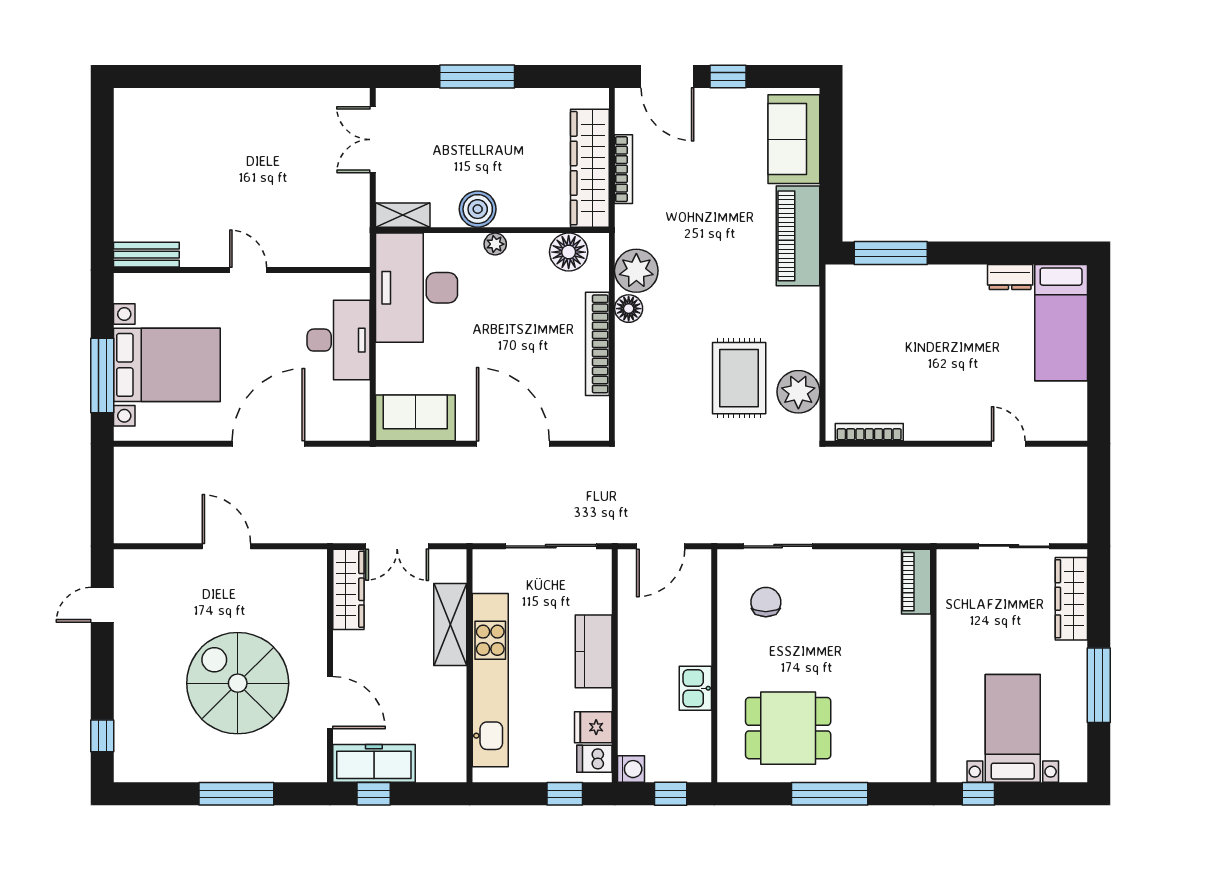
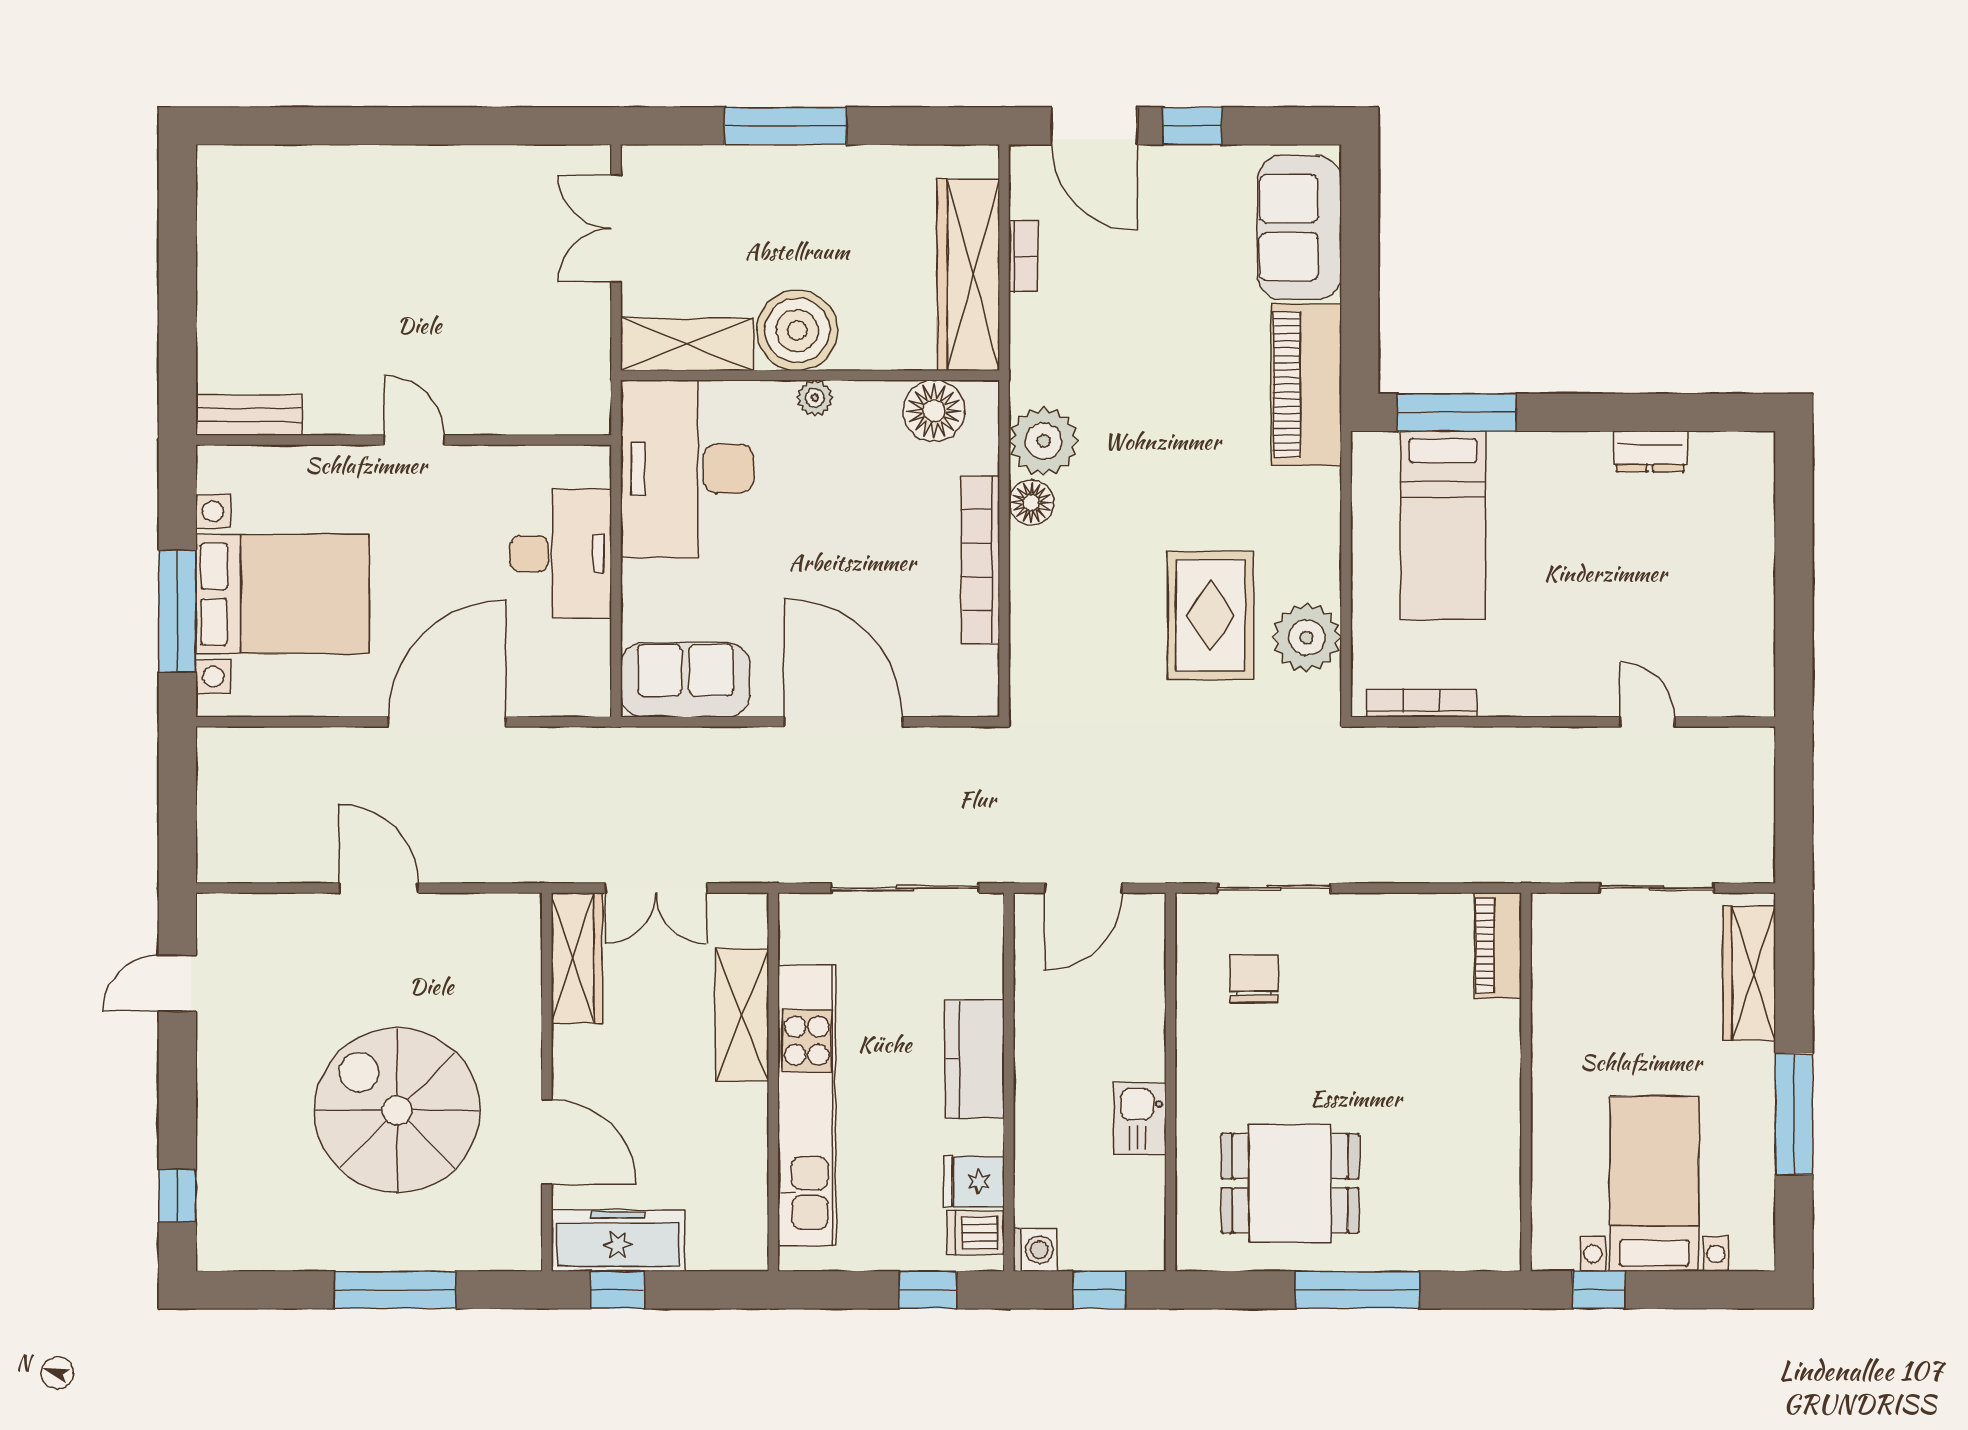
bookcase: (624, 169) -> (1023, 256), width x0.64
boiler: (478, 209) -> (797, 330), width x1.37, depth x1.37
shelving: (403, 215) -> (687, 344), width x1.50, depth x1.33
bed: (1061, 323) -> (1443, 525), moved

